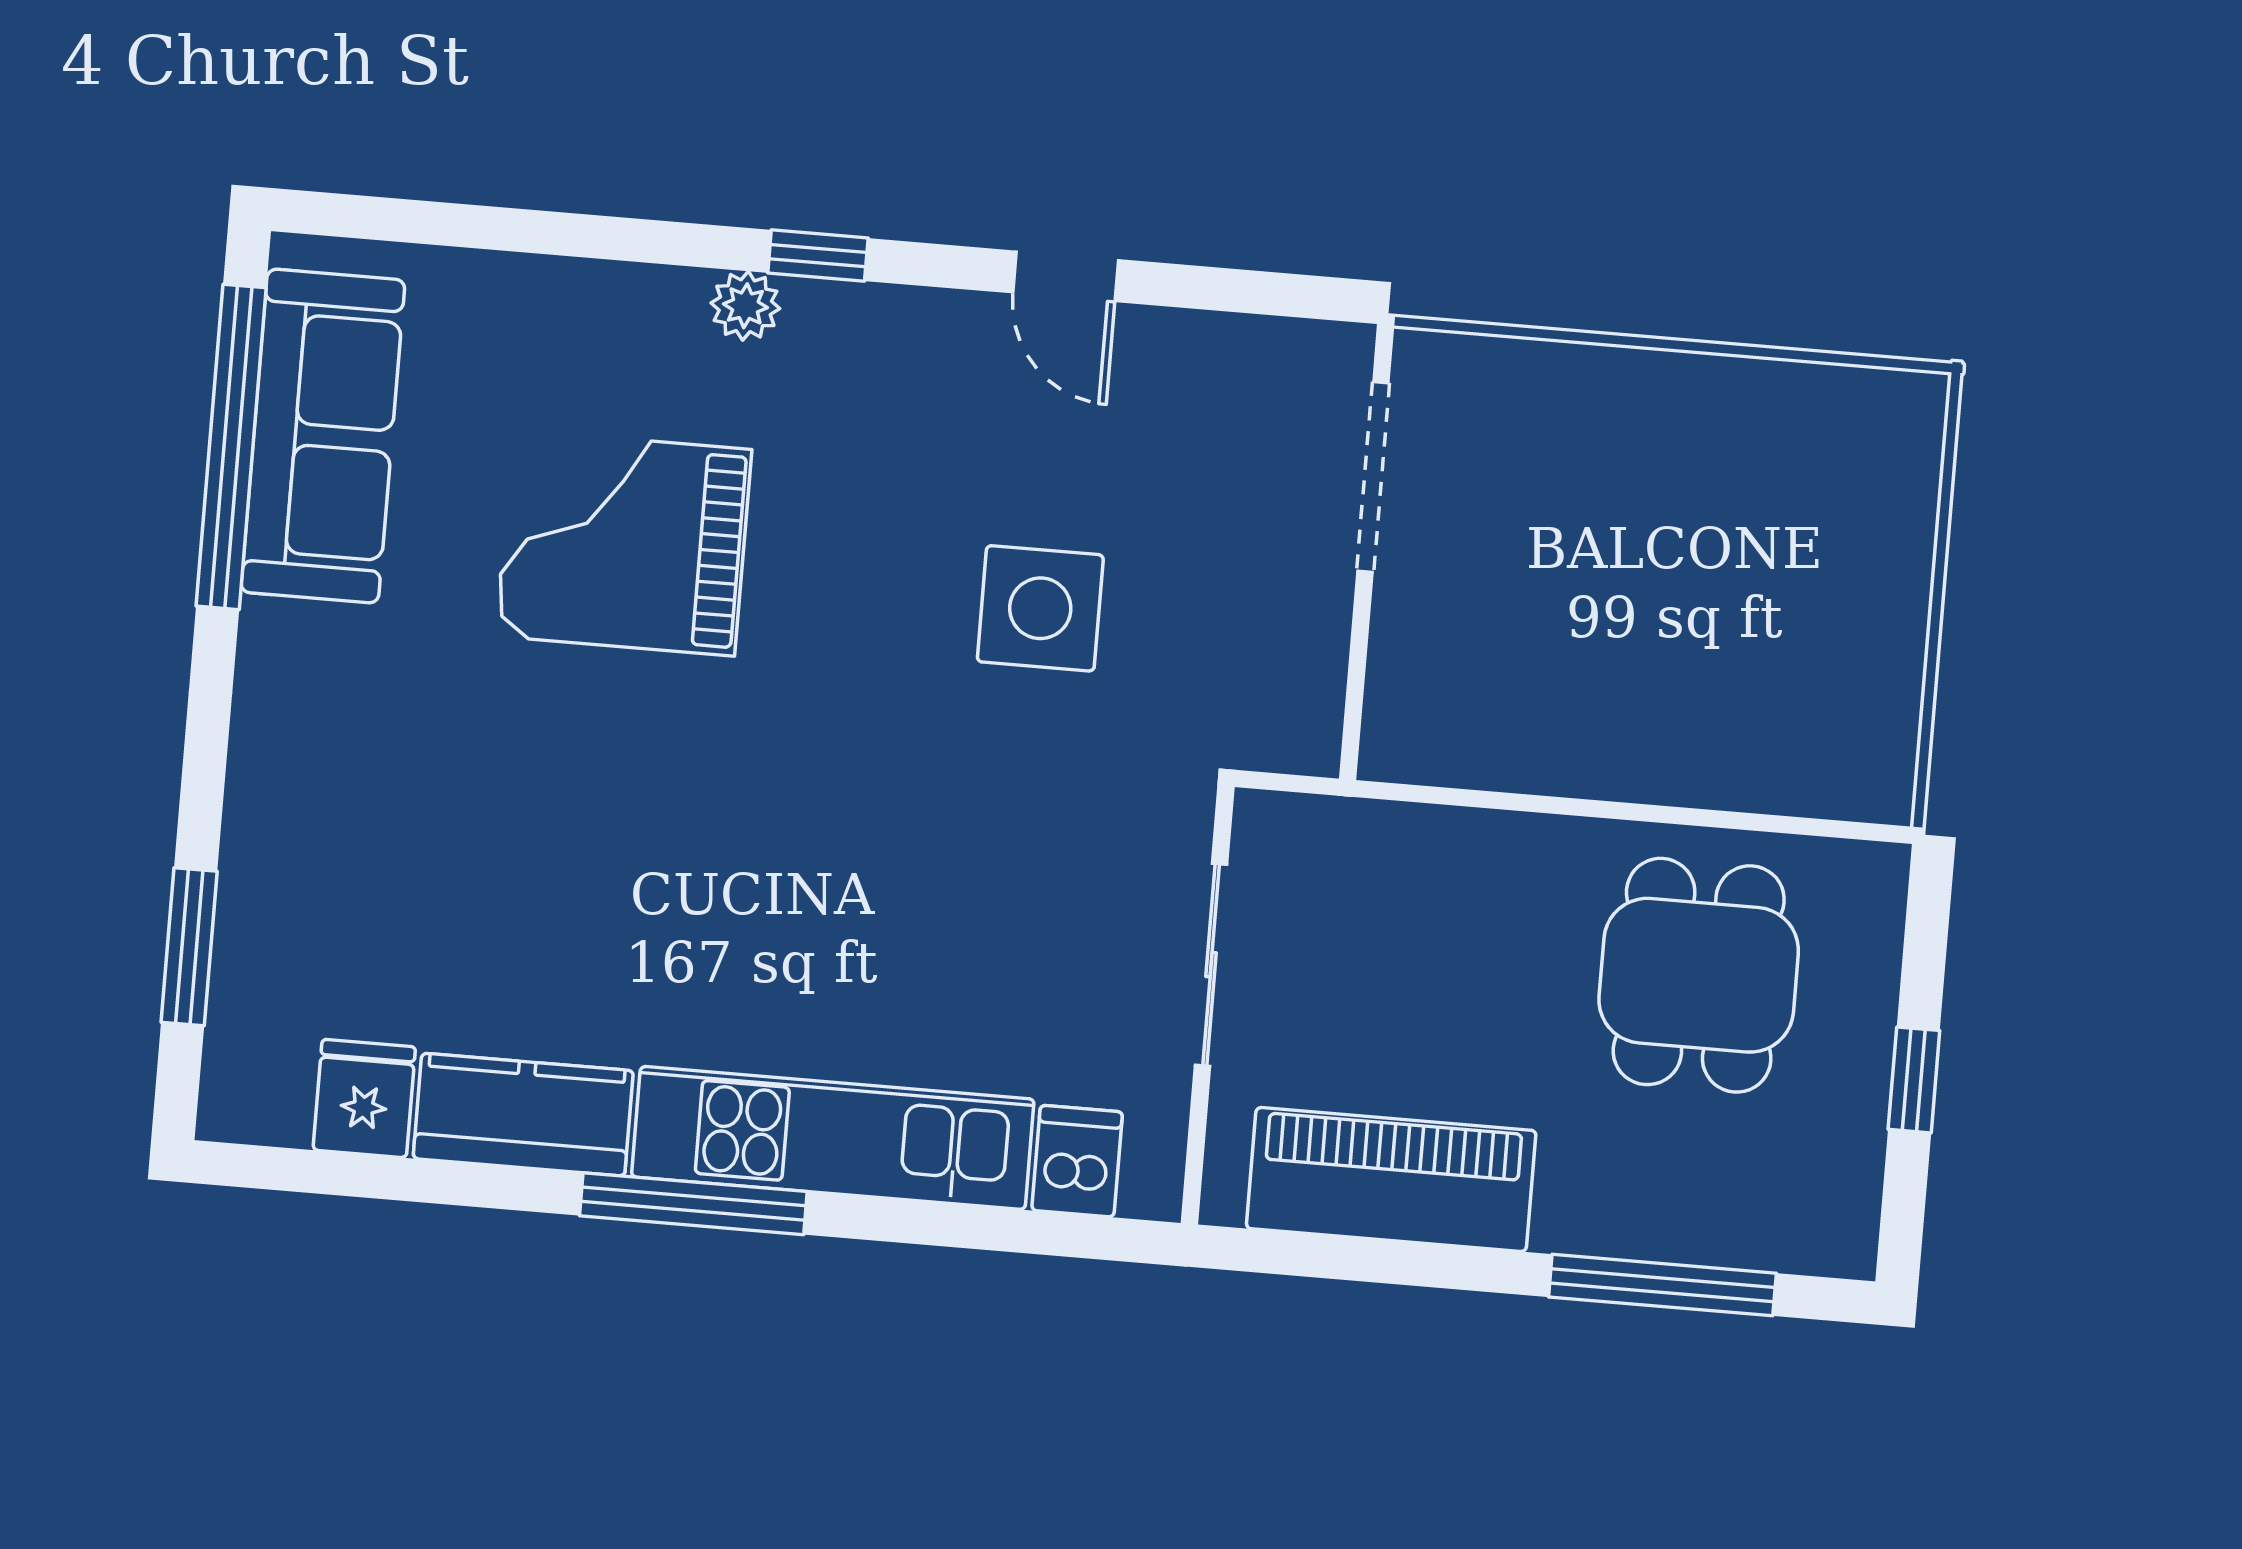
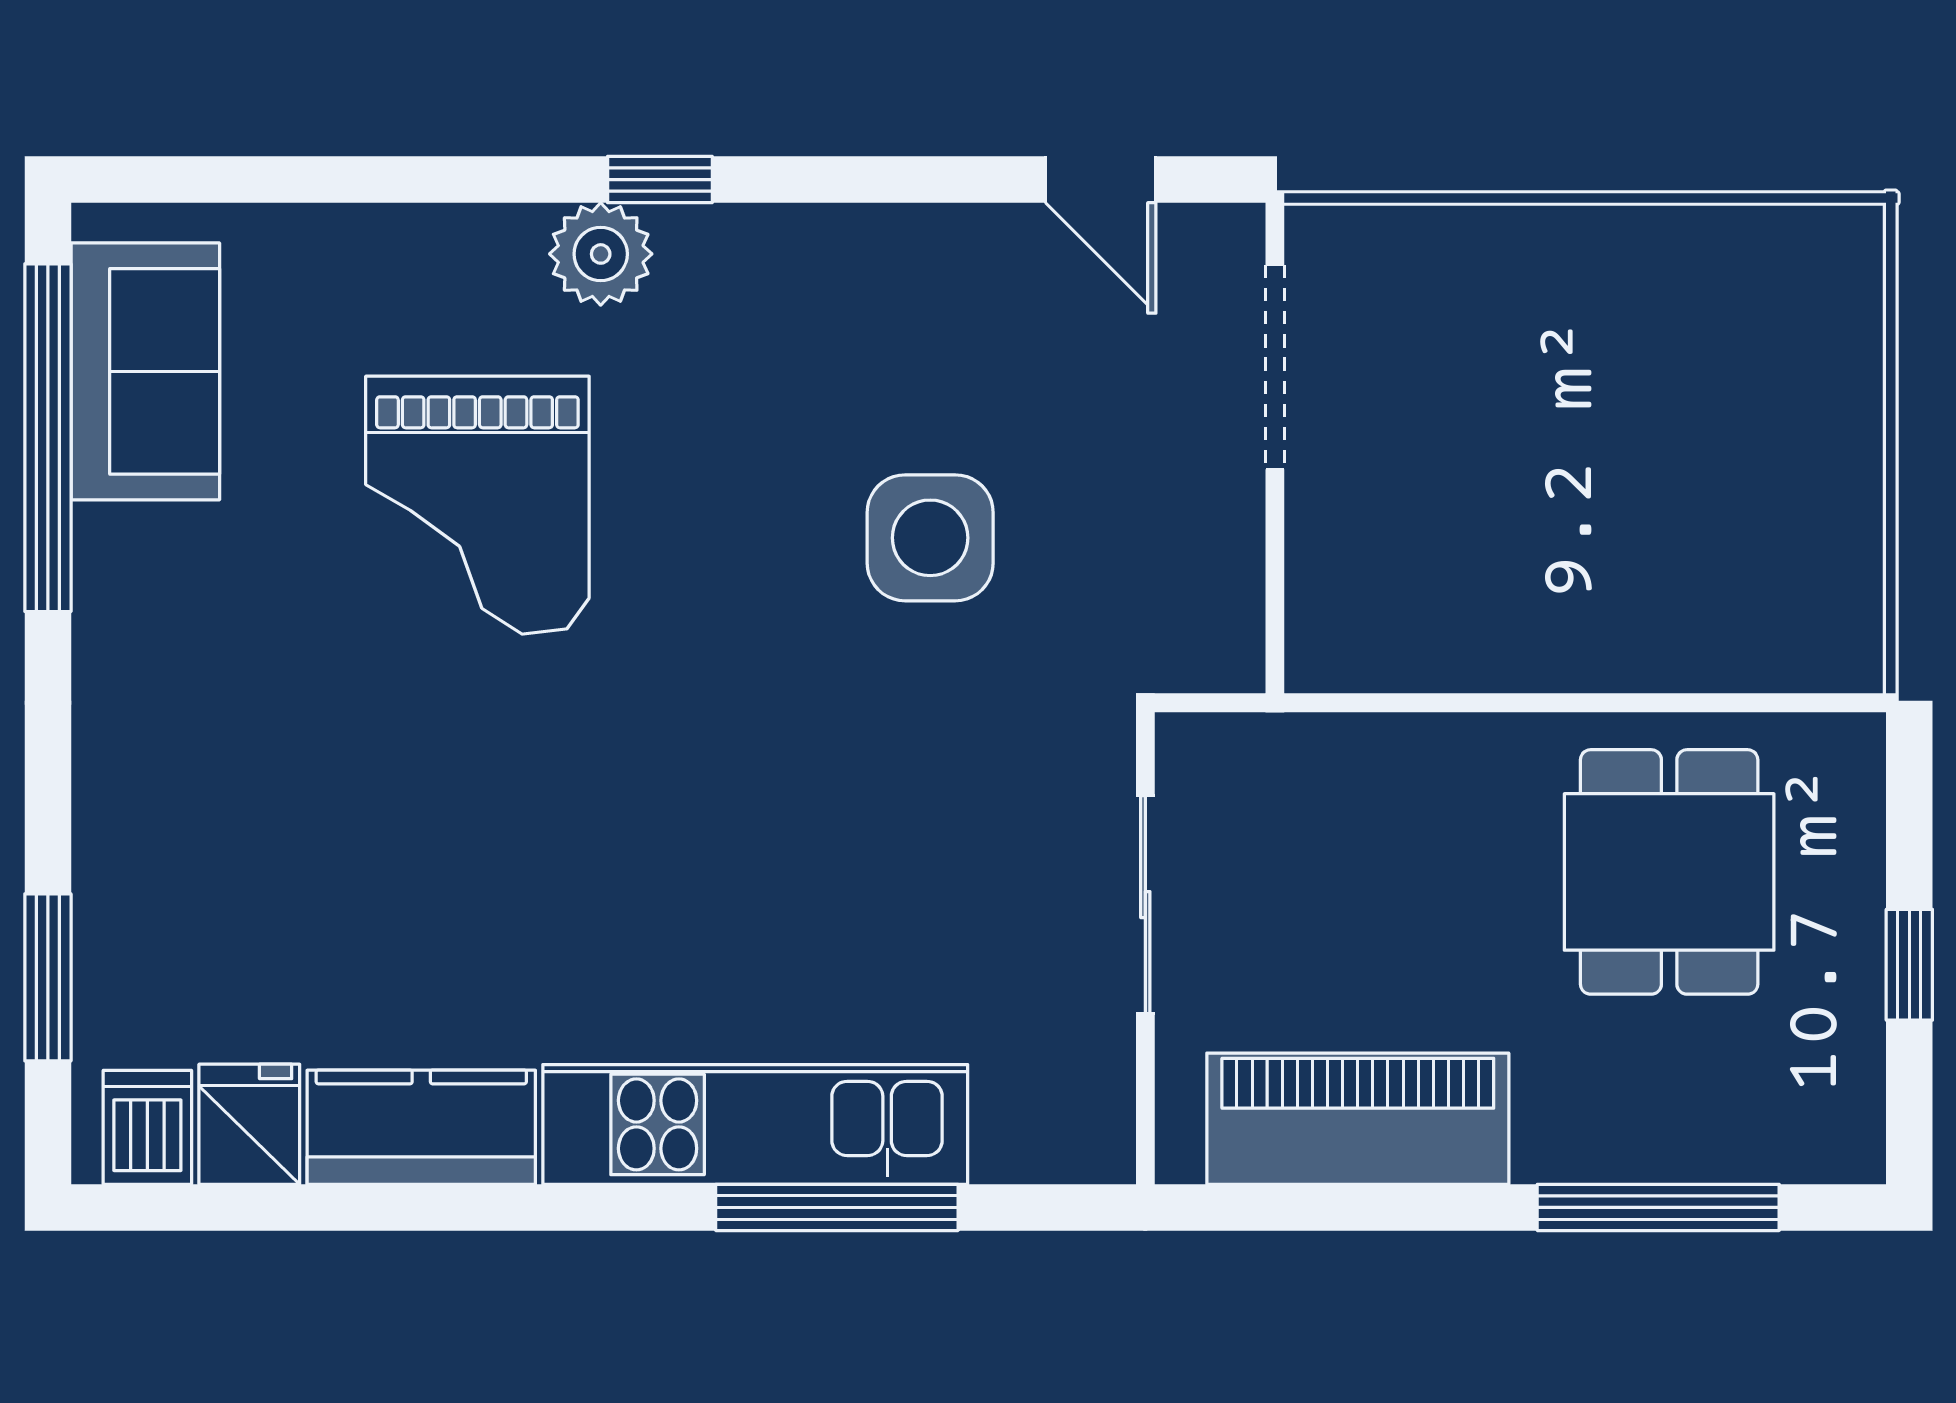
door: (1066, 276) -> (1101, 180), moved
plant: (745, 306) -> (601, 254), width x1.38, depth x1.38
sofa: (323, 436) -> (145, 371), width x0.73
grand piano: (624, 543) -> (477, 505), turned -90
dishwasher: (1077, 1161) -> (147, 1127), moved
window: (693, 1204) -> (837, 1207), moved

